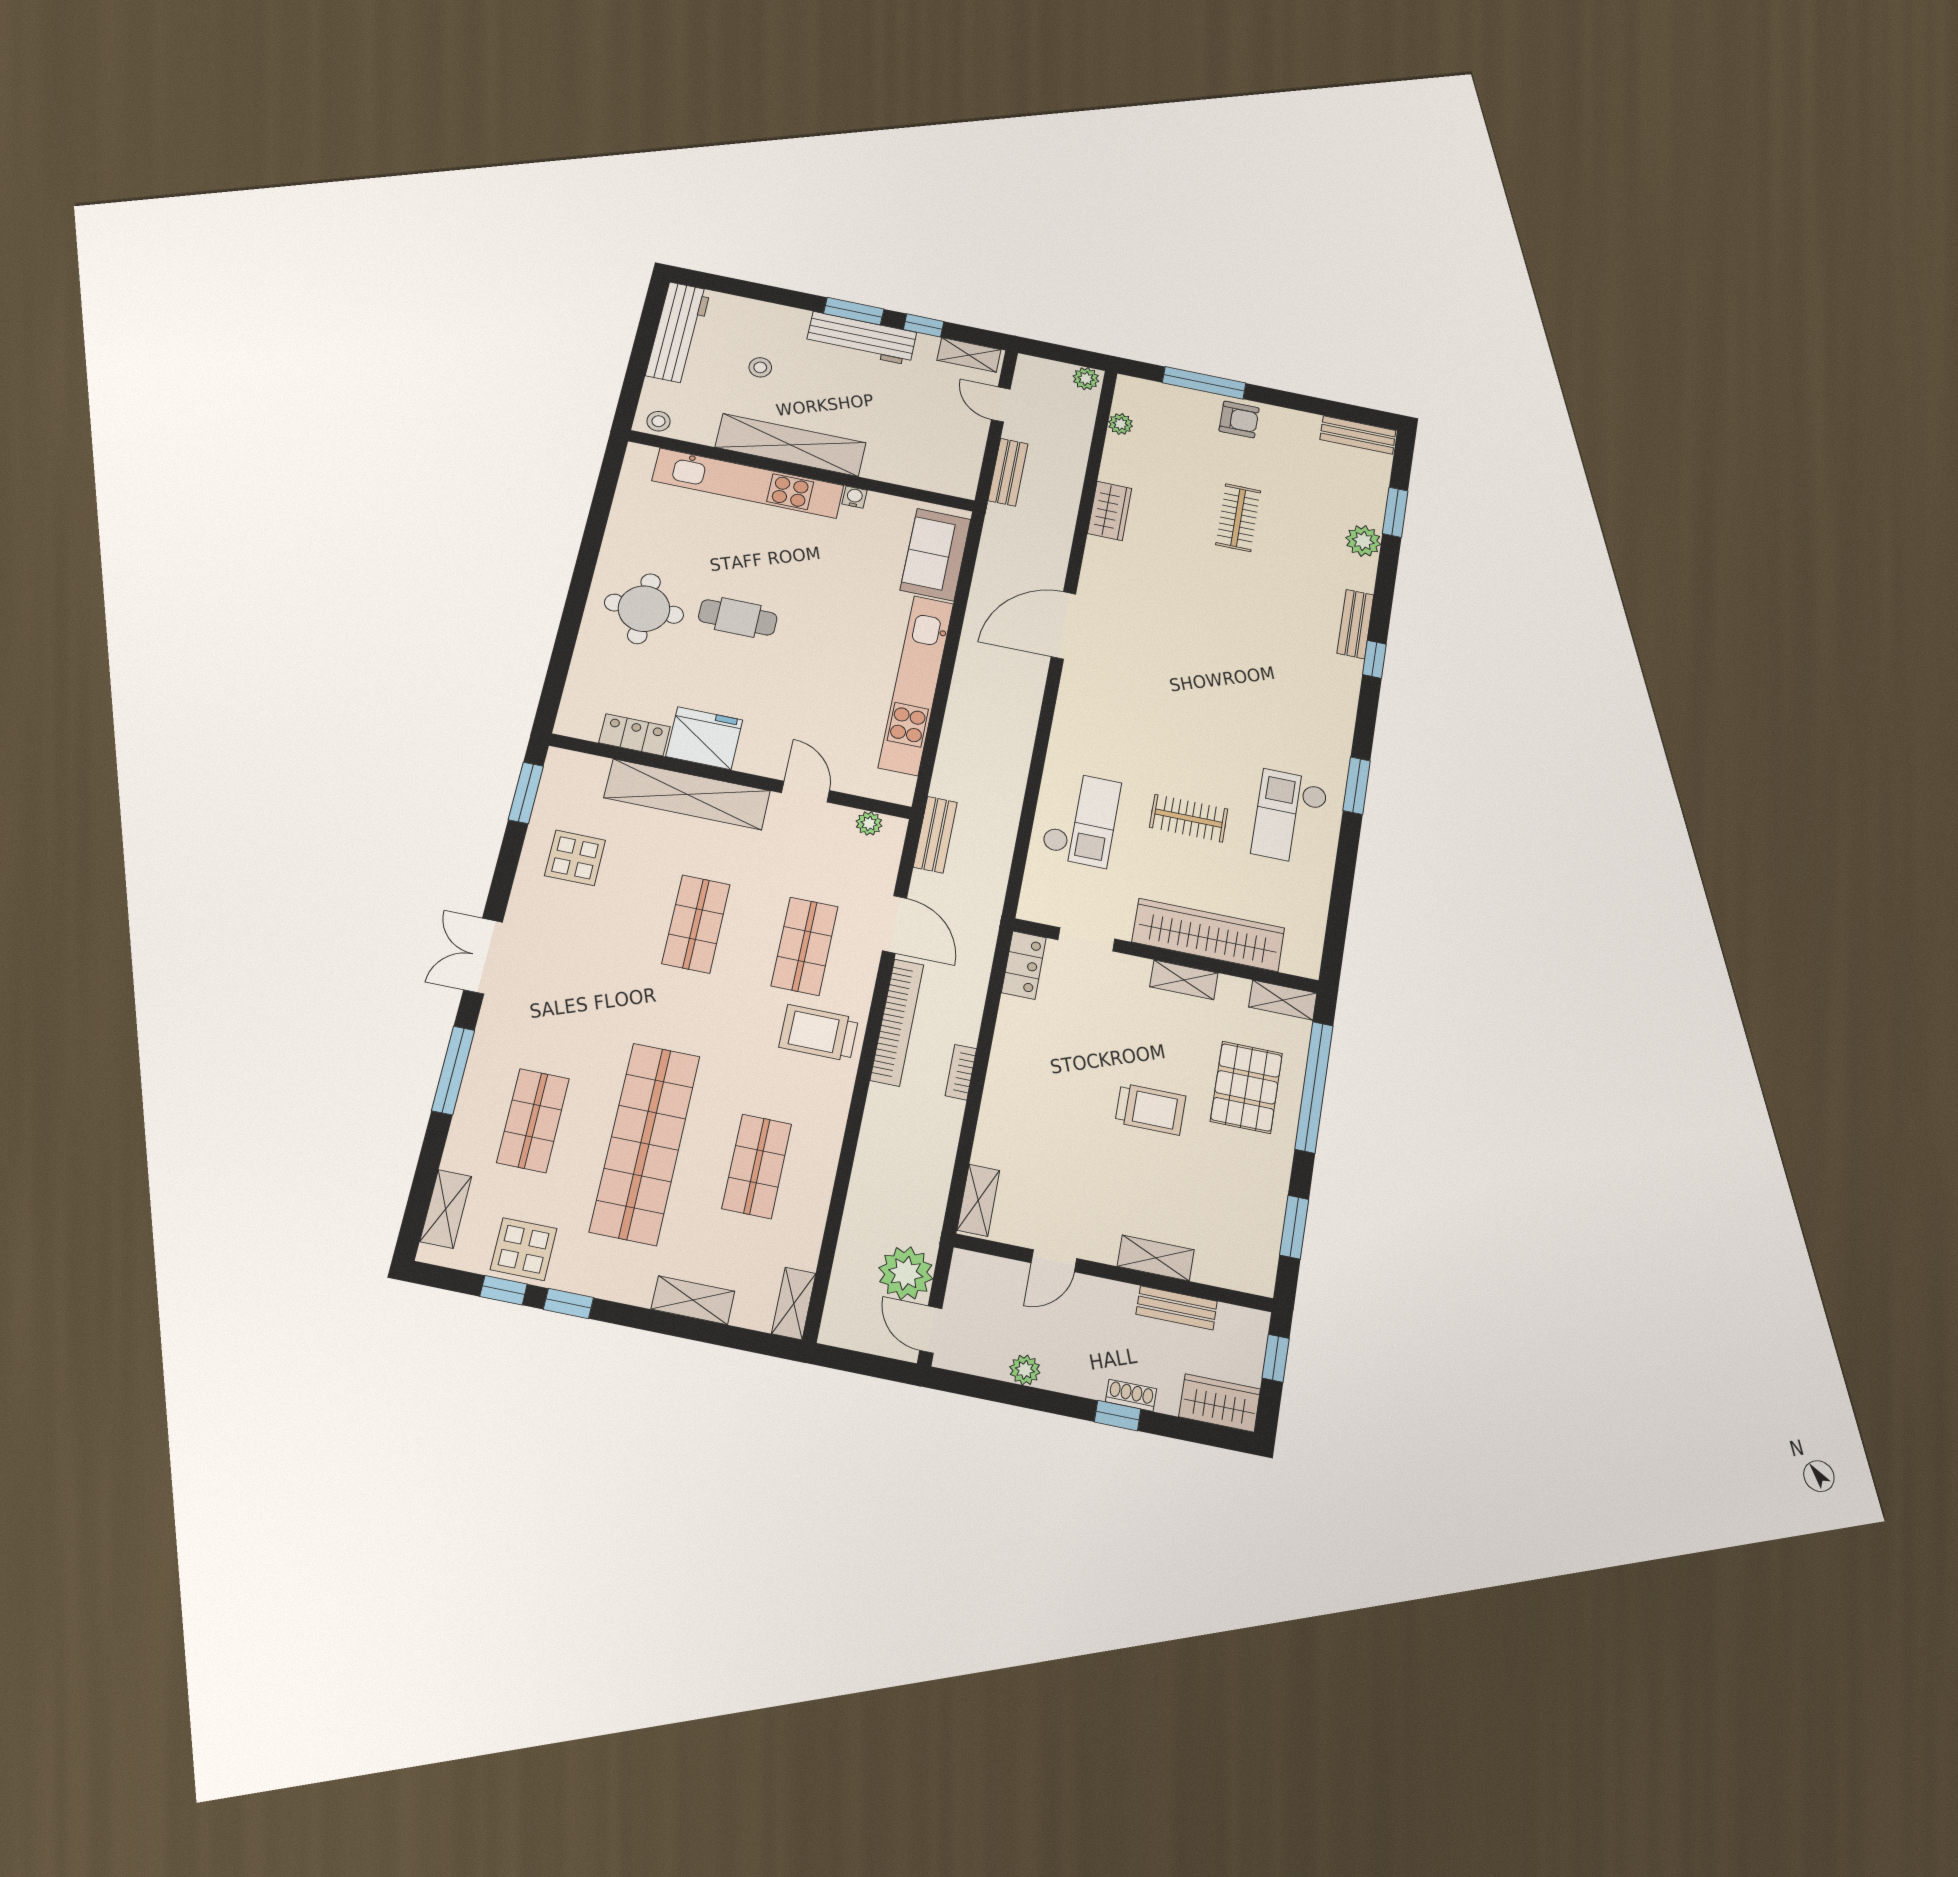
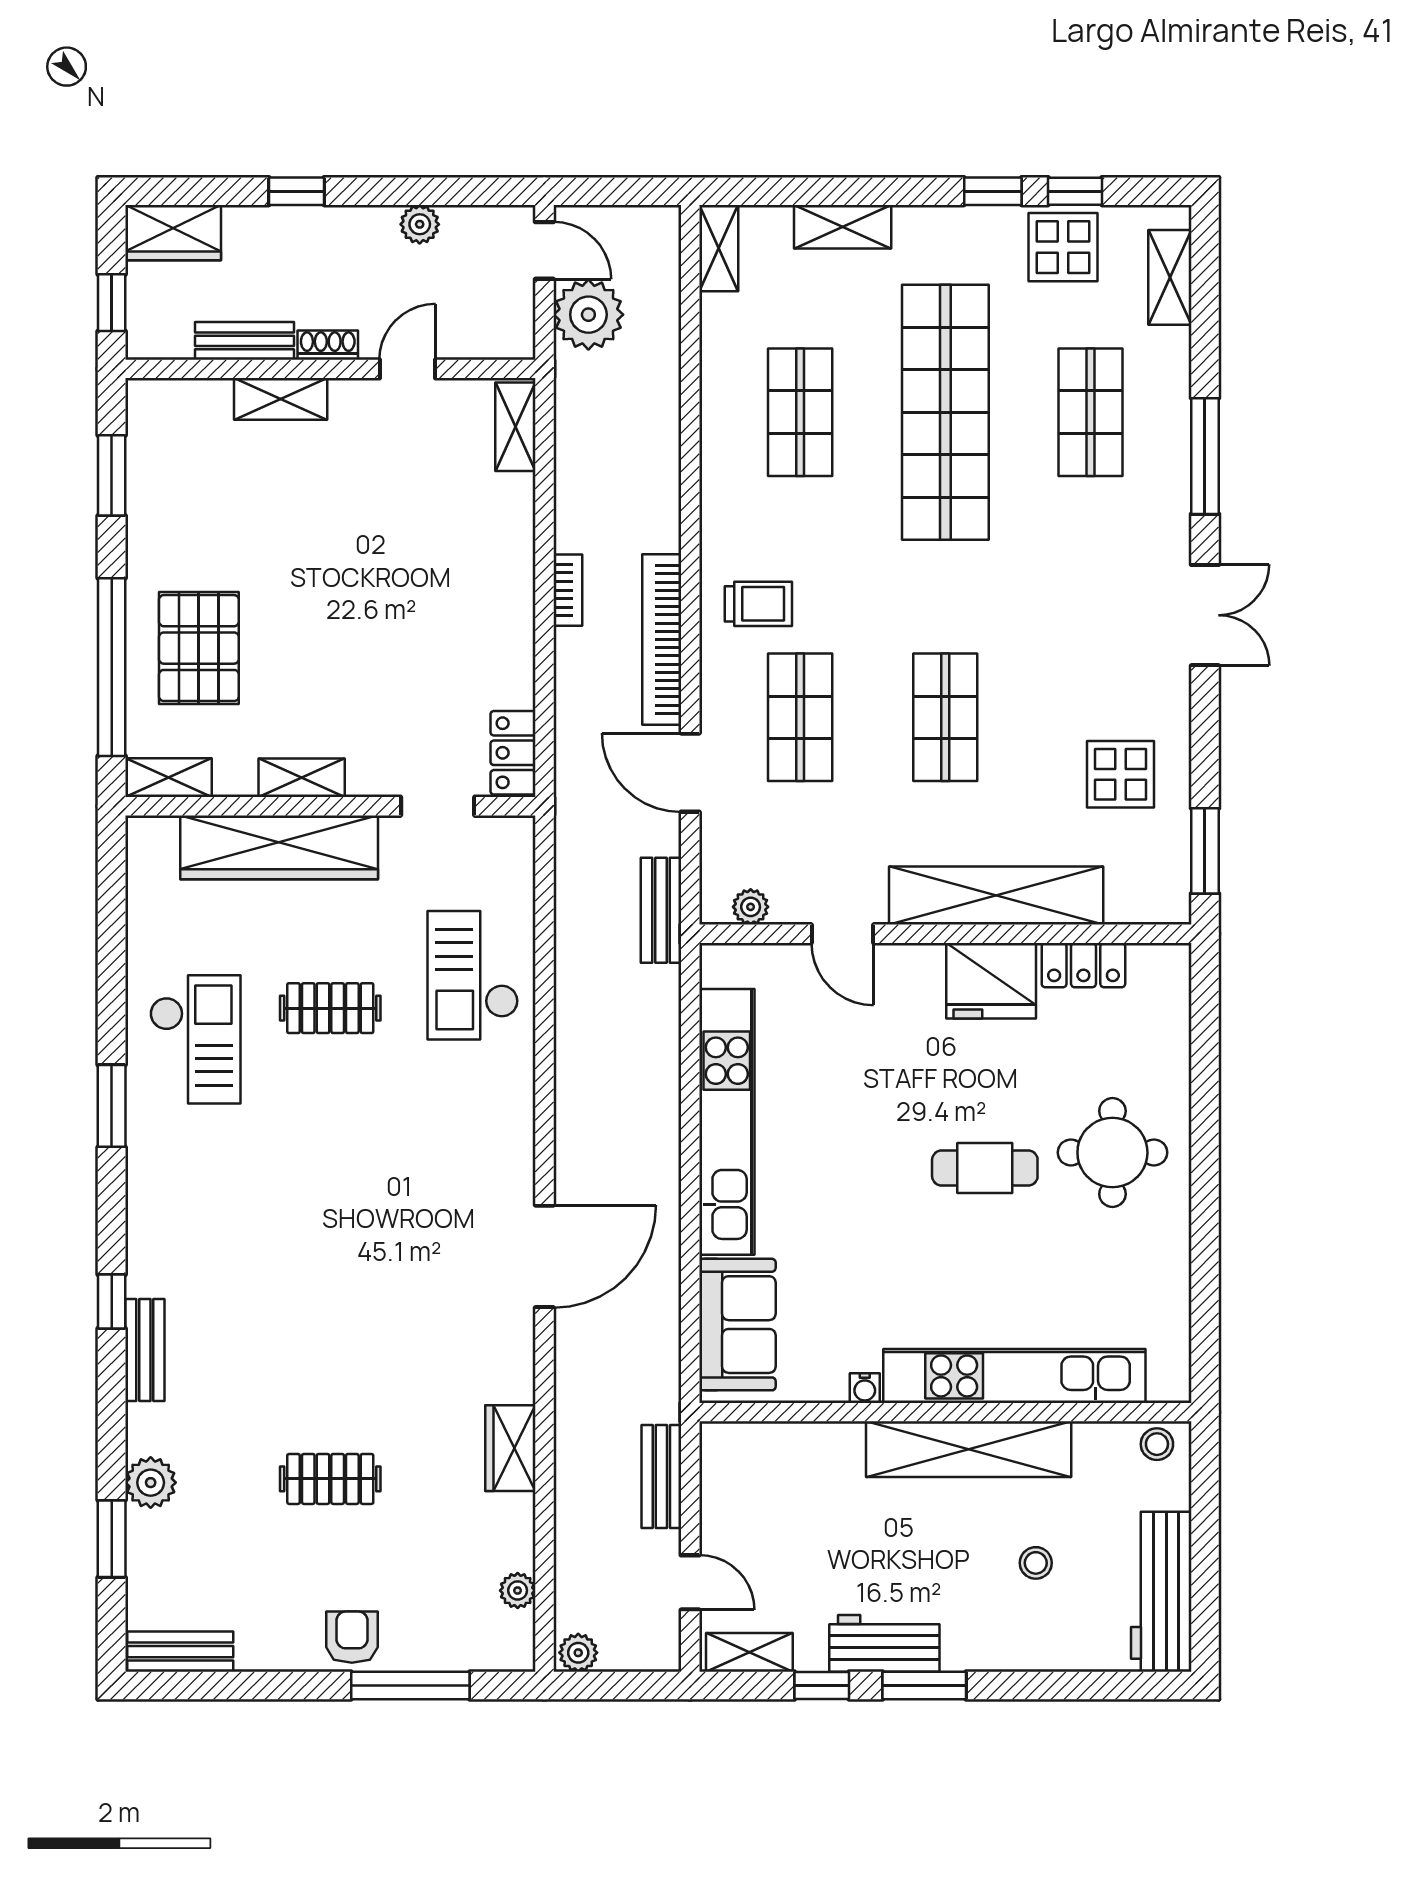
workbench: (861, 338) -> (884, 1643), width x0.73
armchair: (1239, 419) -> (352, 1637), turned 90
clothes rail: (1238, 518) -> (330, 1479), turned 90
trolley: (819, 1033) -> (758, 604), width x0.73, depth x0.72
trolley: (1150, 1109) -> (318, 592), removed
shoe rack: (1131, 1395) -> (328, 345), moved, turned 180

